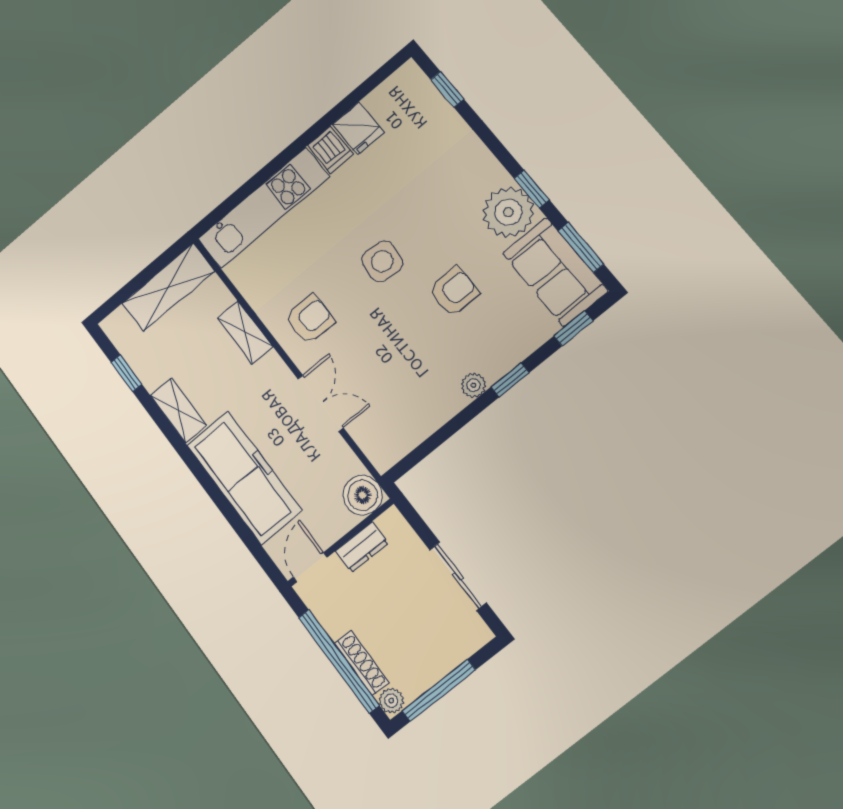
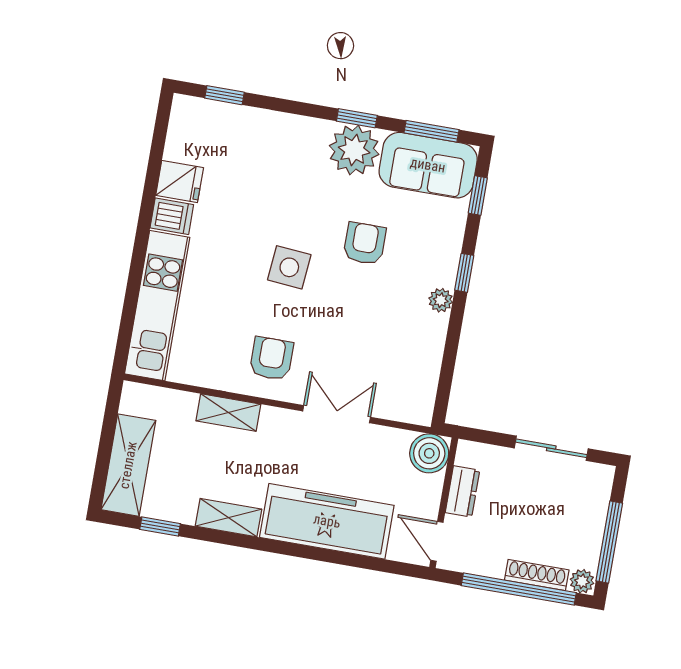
shelving: (168, 287) -> (128, 465), moved

